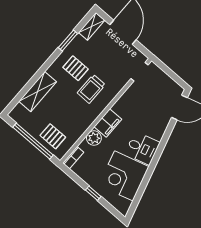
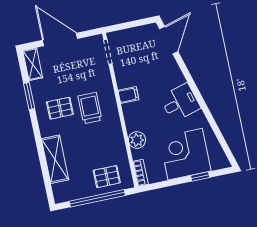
trolley: (91, 89) -> (90, 108), turned 180
filing cabinet: (108, 123) -> (128, 95), moved, width x0.50
corner desk: (124, 176) -> (185, 154), moved, turned 106
window: (93, 193) -> (200, 177), moved

